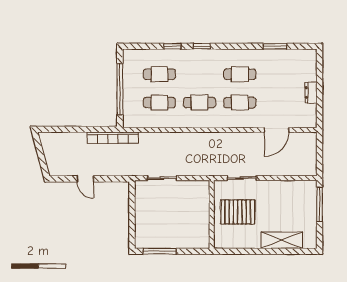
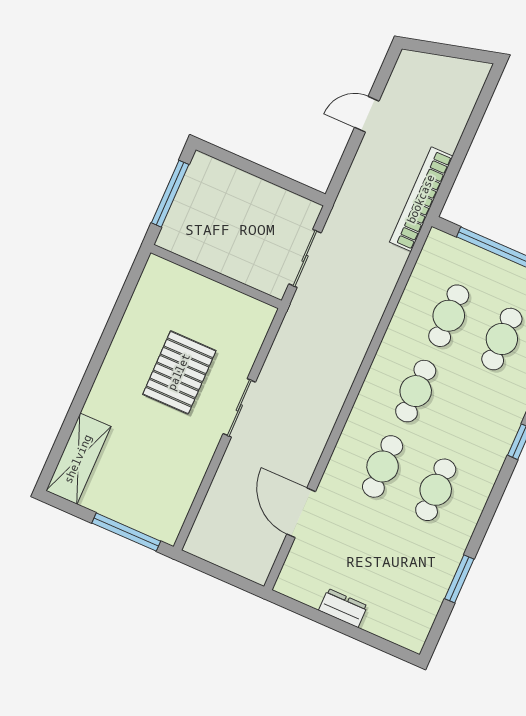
wall: (212, 214) -> (216, 277), moved
shelving: (282, 240) -> (78, 459), moved

